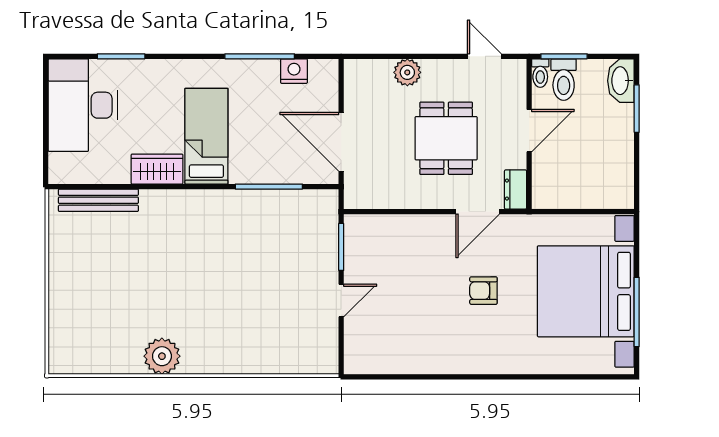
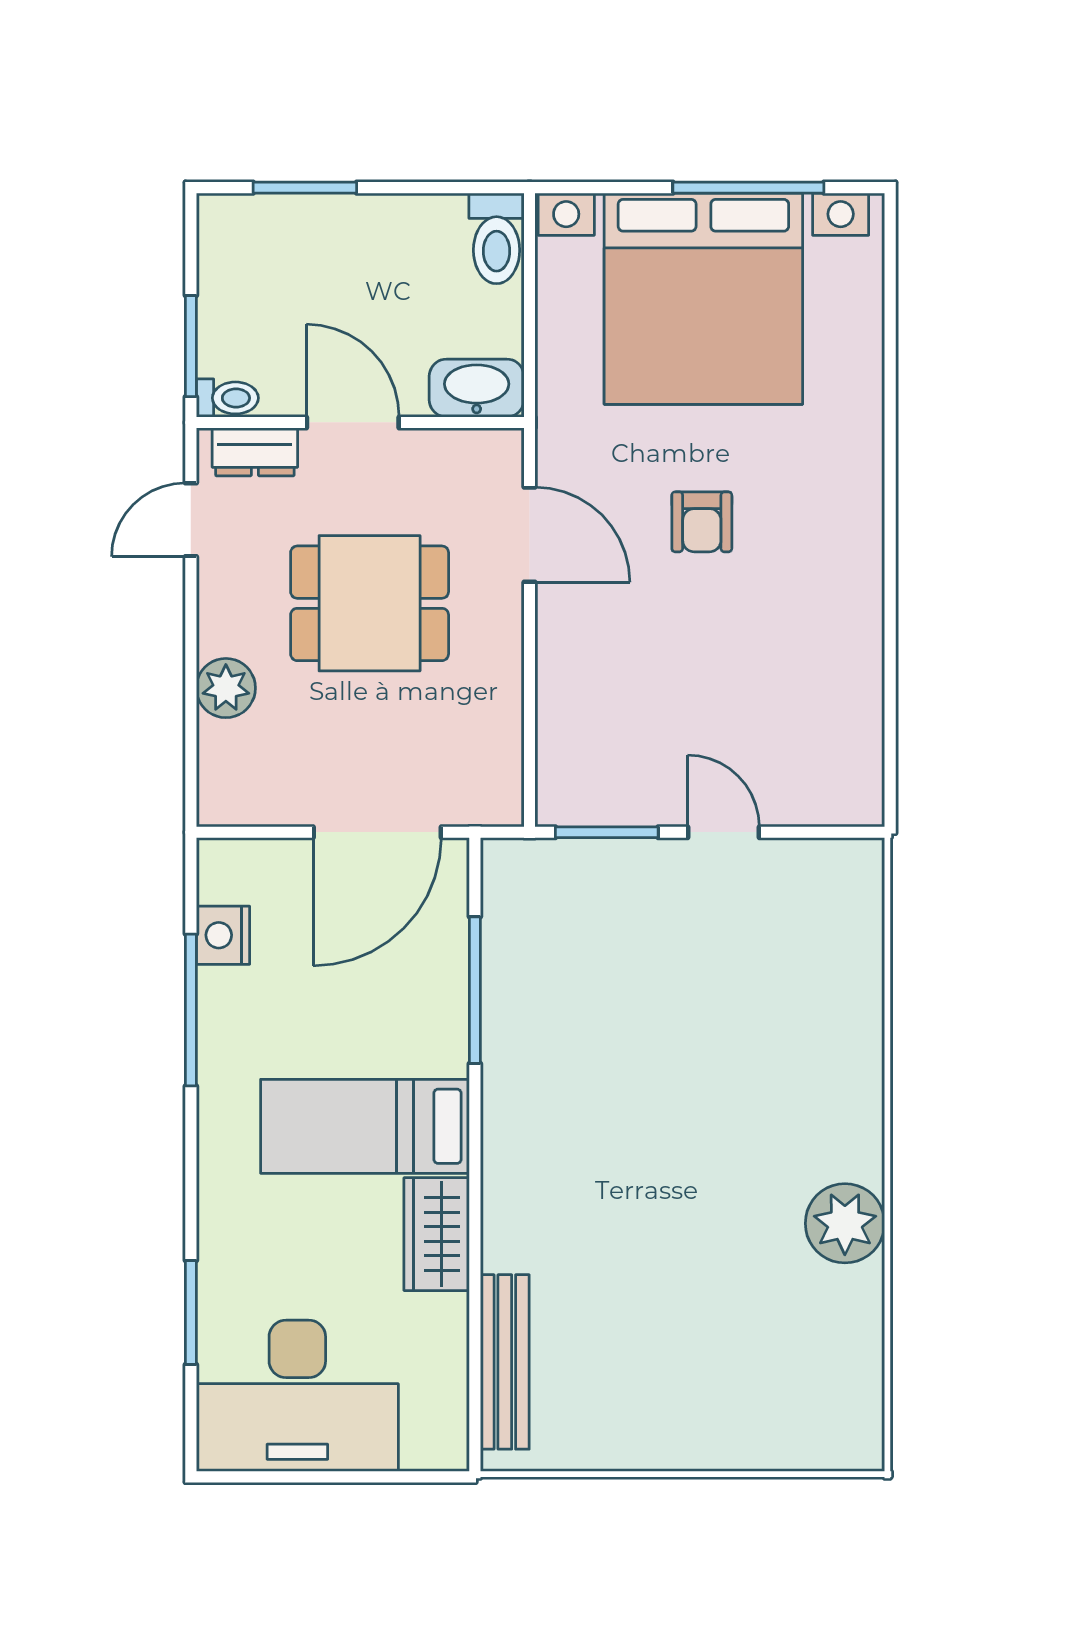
toilet: (564, 80) -> (497, 238), moved, turned 90
washbasin: (621, 81) -> (477, 388), moved, turned 180
dresser: (515, 190) -> (255, 452), moved

